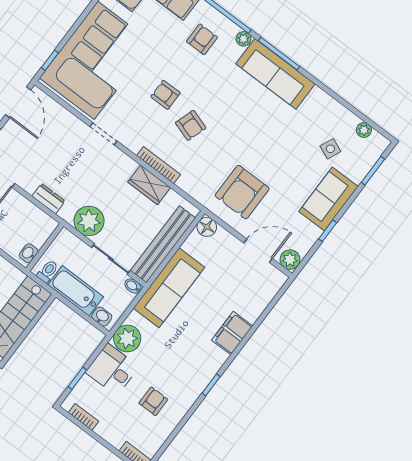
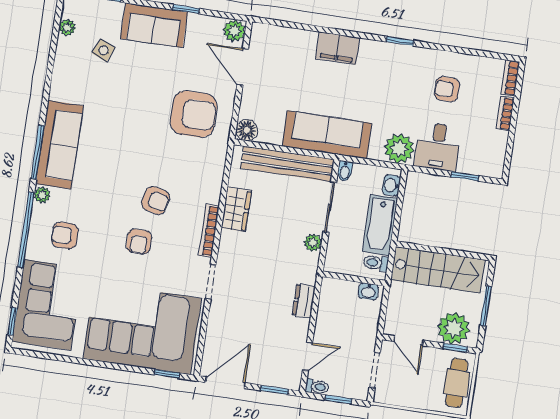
armchair: (191, 125) -> (156, 200), turned 85
bookcase: (159, 165) -> (209, 231), moved
plant: (89, 221) -> (313, 243), width x0.53, depth x0.53
bookcase: (83, 417) -> (505, 113), moved

